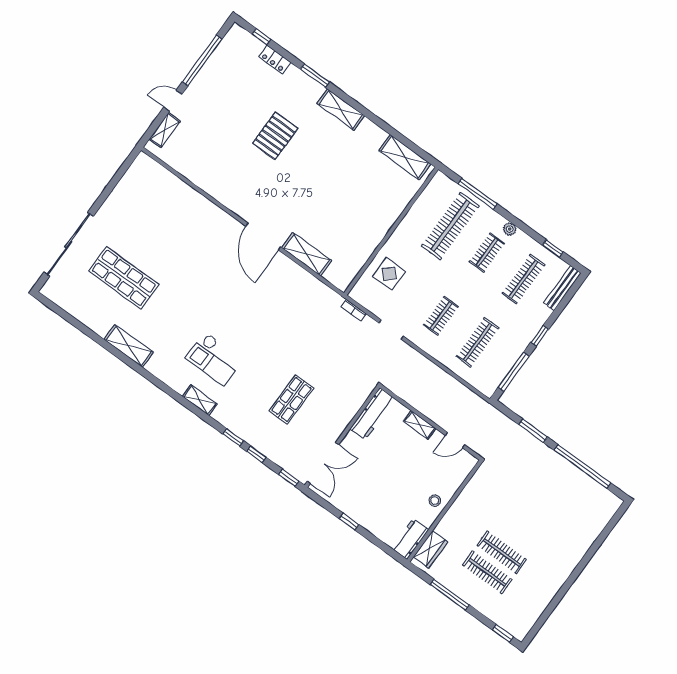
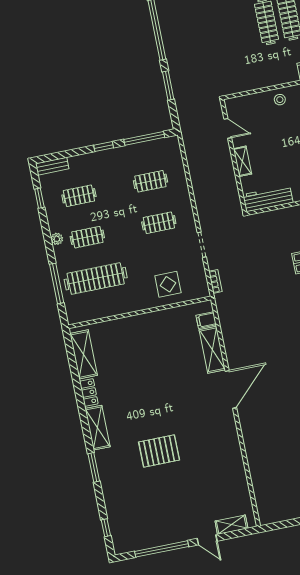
locker: (275, 60) -> (89, 392), moved
filing cabinet: (333, 273) -> (206, 320), added
clothes rail: (524, 279) -> (79, 196), width x0.73
bench: (562, 288) -> (52, 166), width x0.73
clothes rail: (478, 342) -> (150, 181), width x0.73

